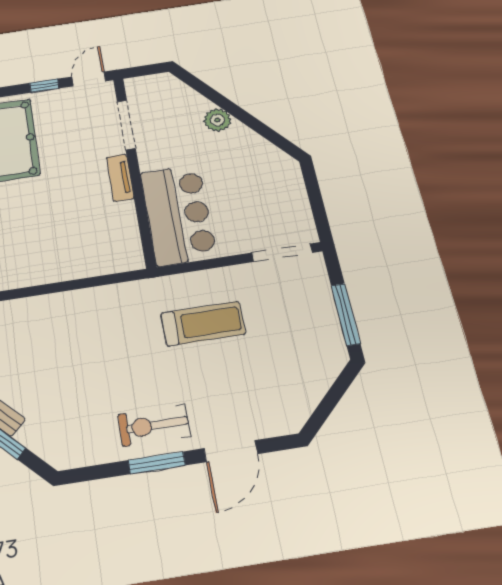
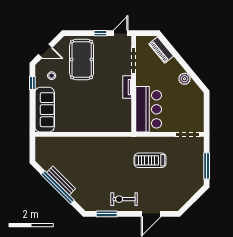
piano: (184, 96) -> (161, 50), added
plant: (217, 120) -> (184, 79), moved
treadmill: (203, 324) -> (150, 160), turned 180
window: (157, 463) -> (107, 214), moved

